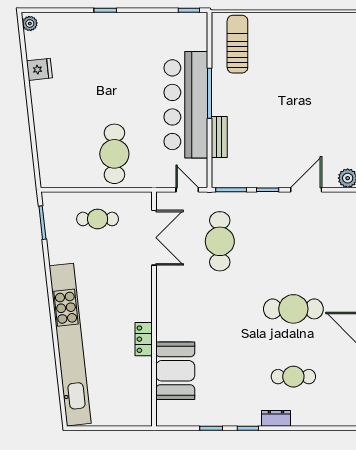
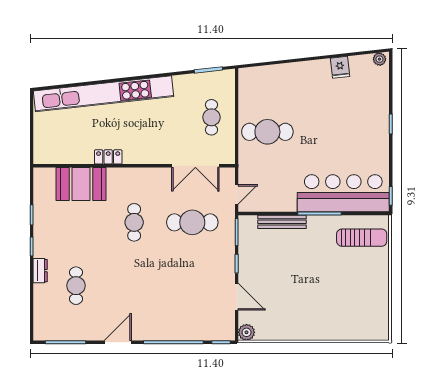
bar counter: (186, 105) -> (343, 193), moved
bench: (219, 137) -> (282, 222), width x1.36
cafe table: (293, 309) -> (134, 222), moved, width x0.73, depth x0.74

